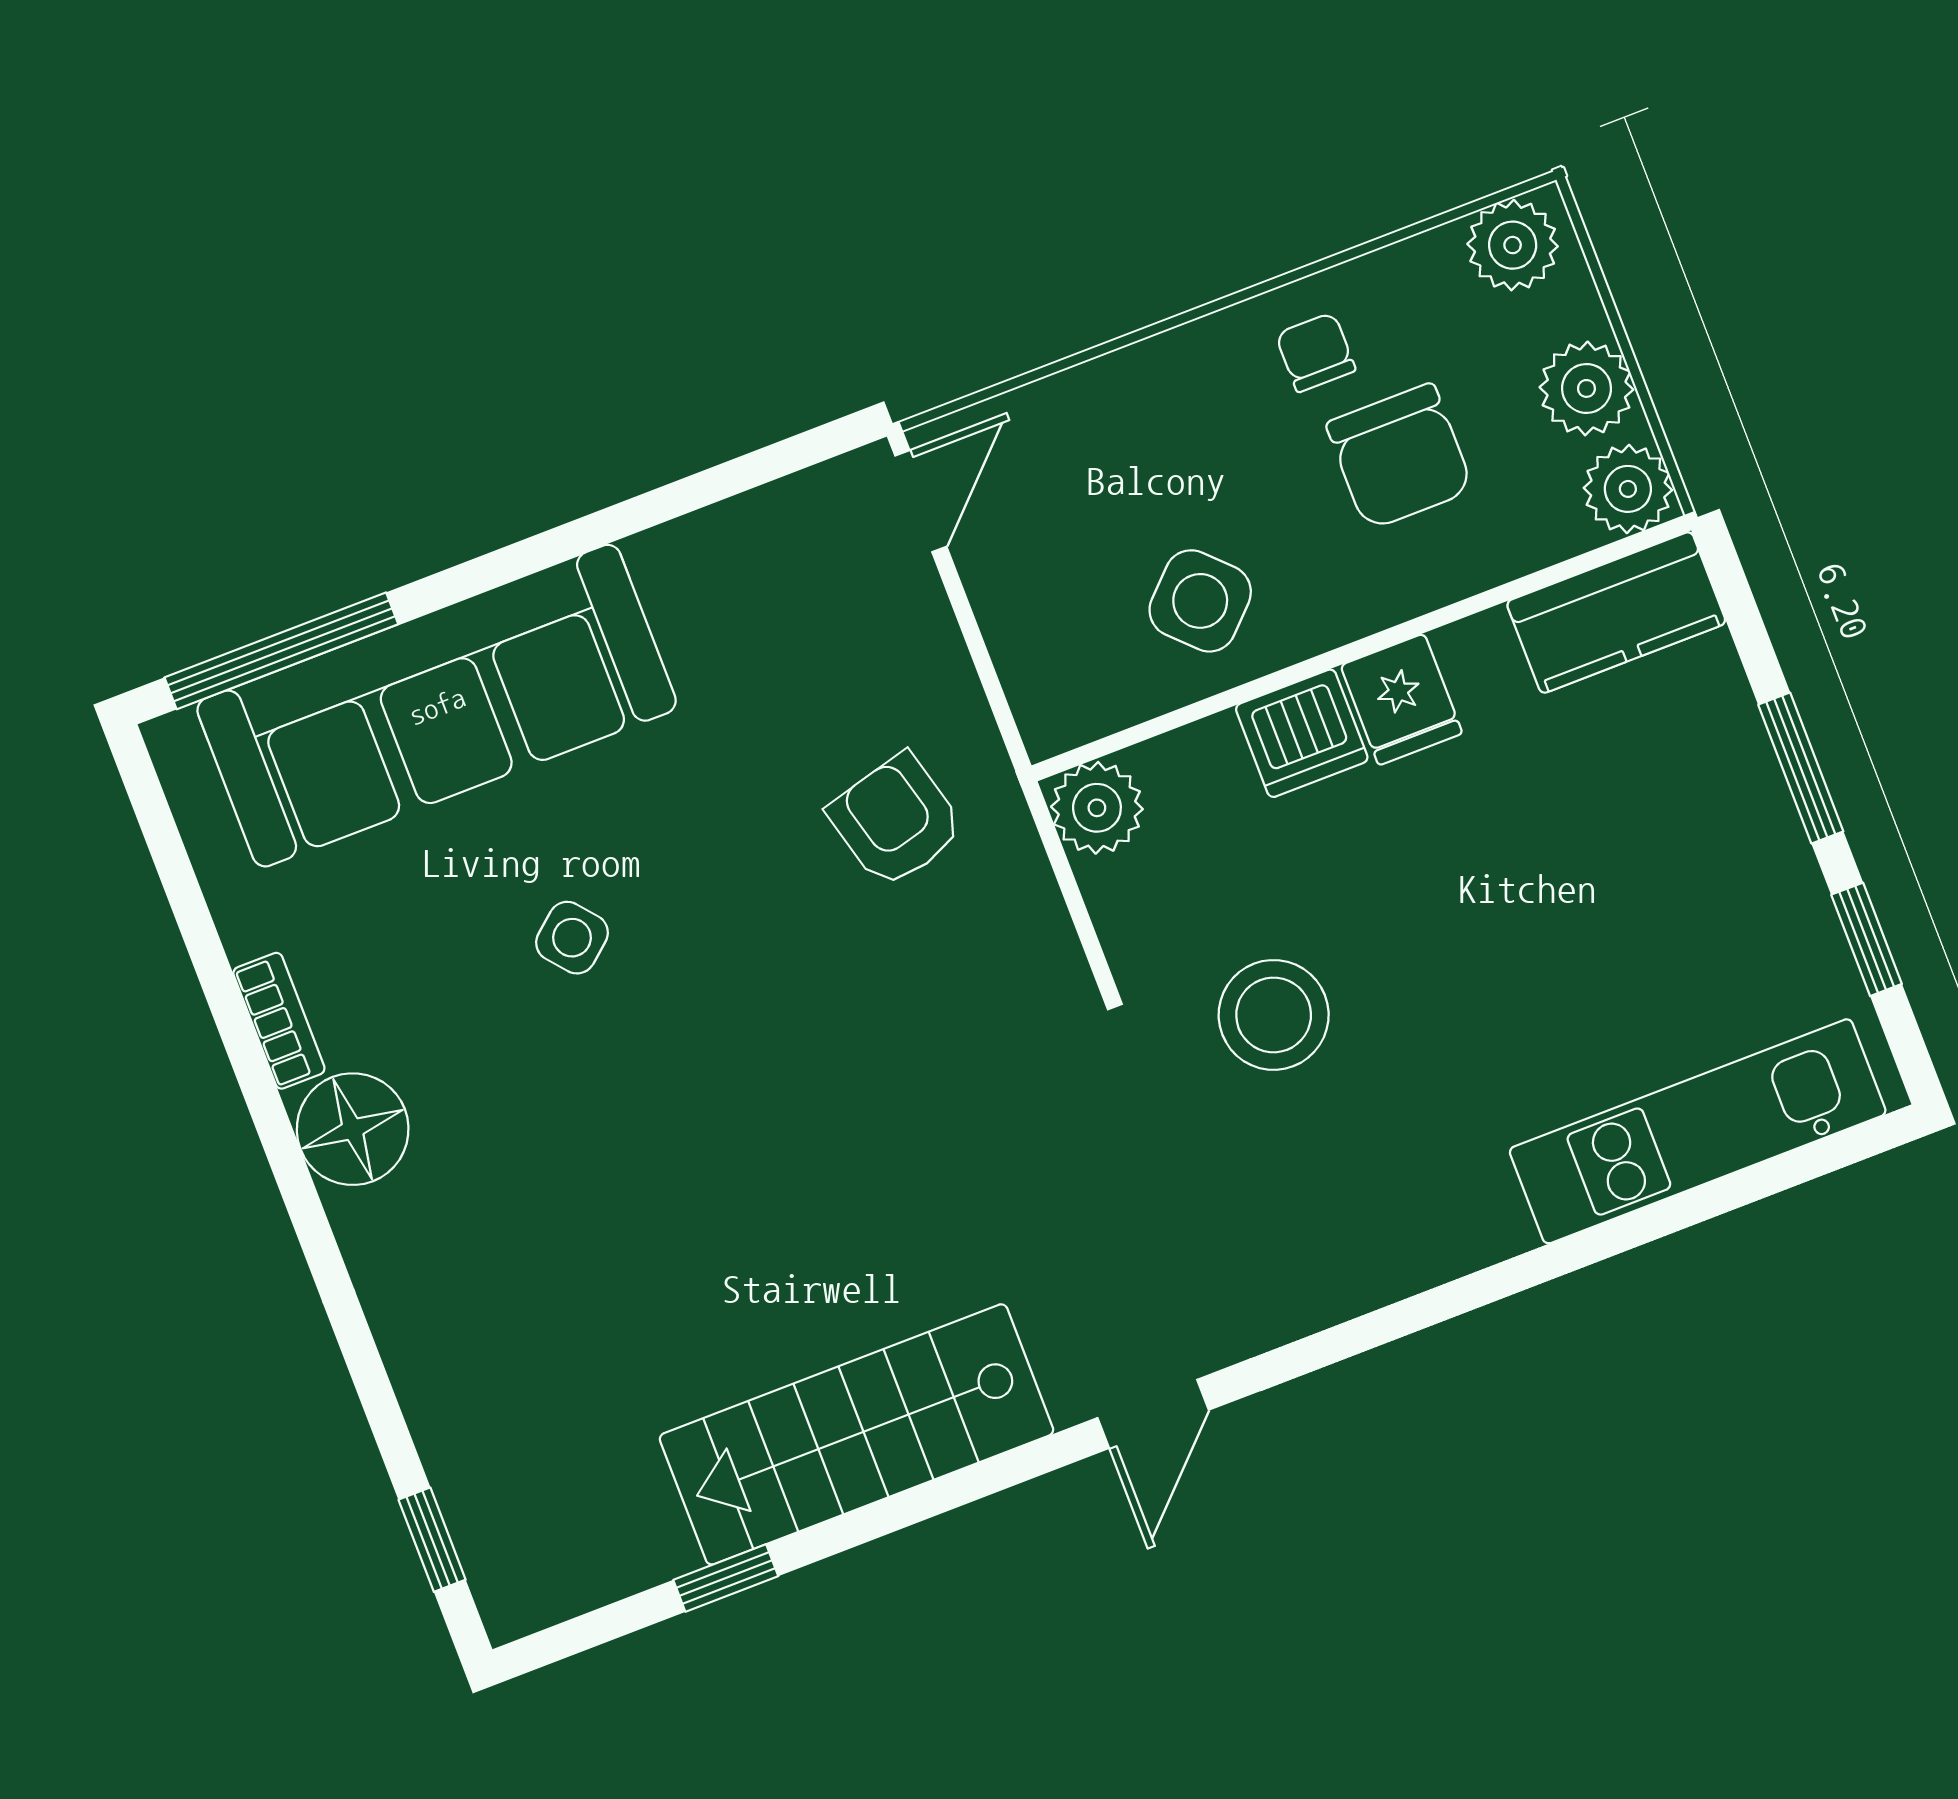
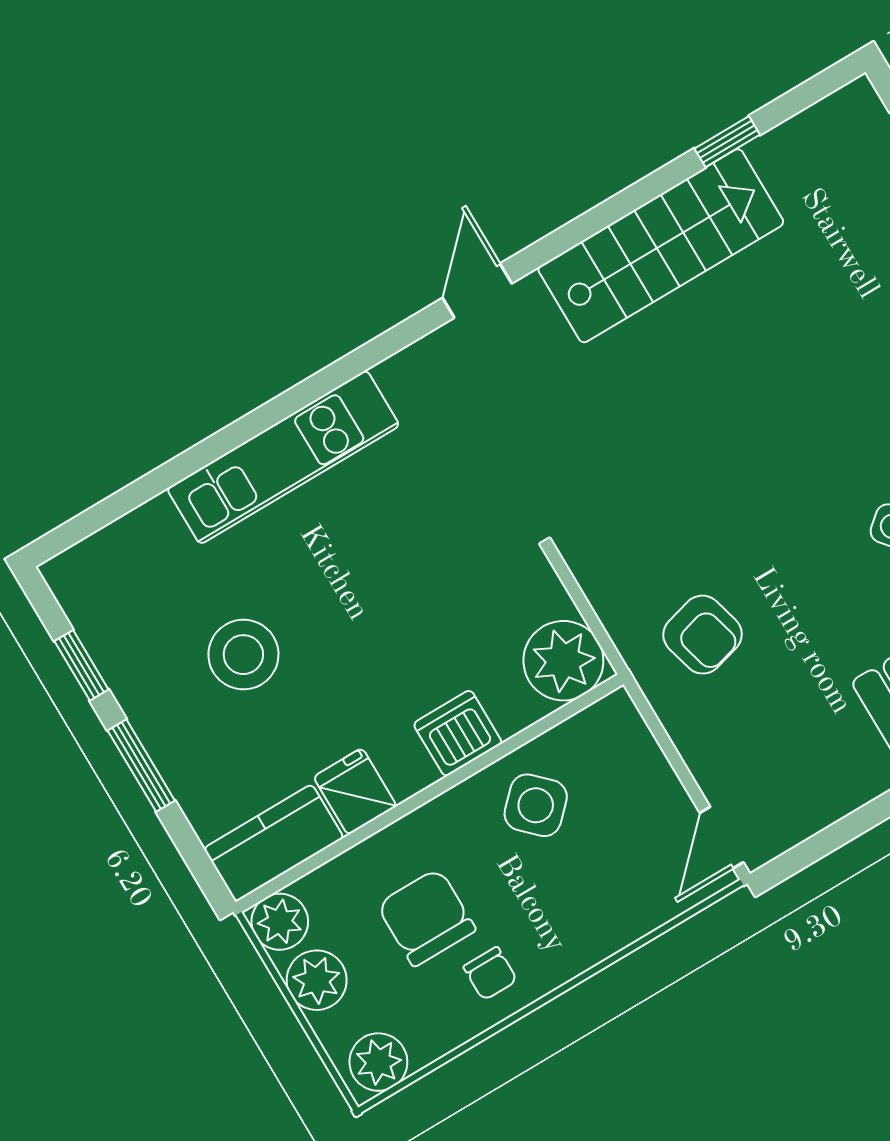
fridge: (1401, 699) -> (355, 791), moved
plant: (1097, 808) -> (563, 661), width x1.36, depth x1.36
stool: (1274, 1015) -> (243, 655), moved
kitchen unit: (1698, 1131) -> (283, 457), moved

